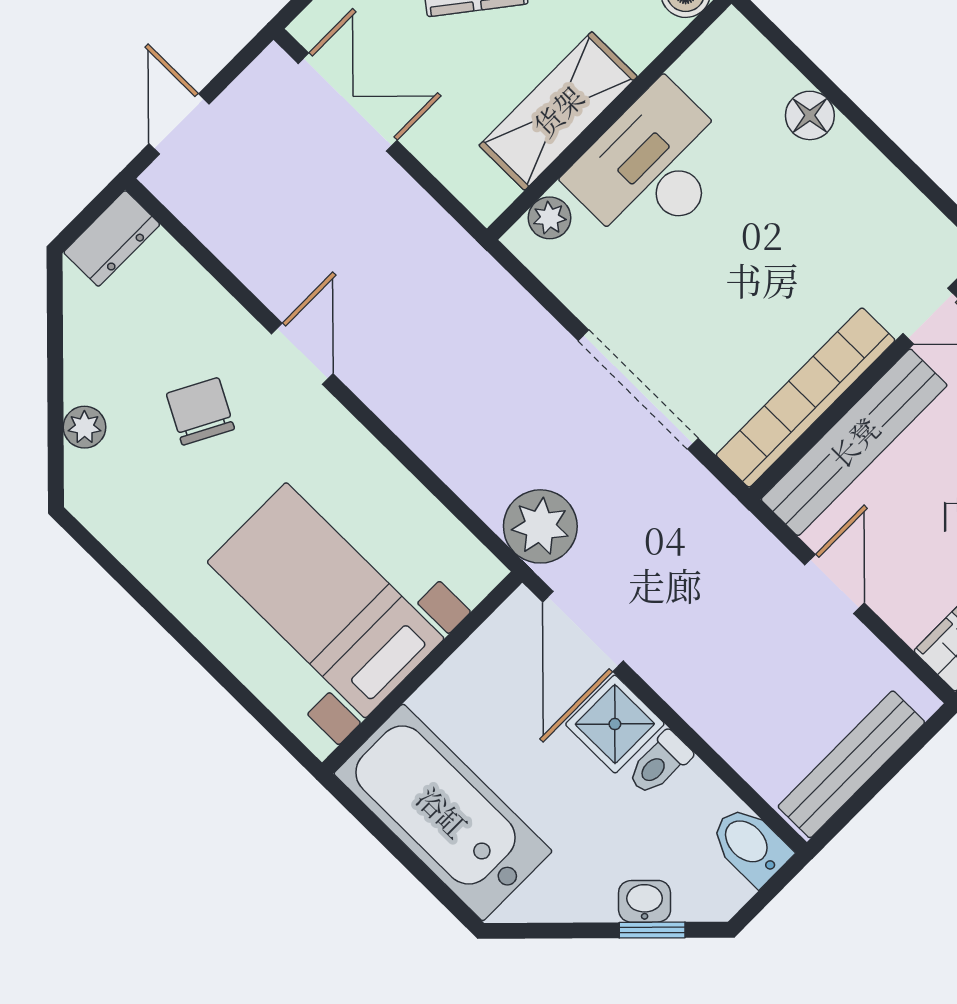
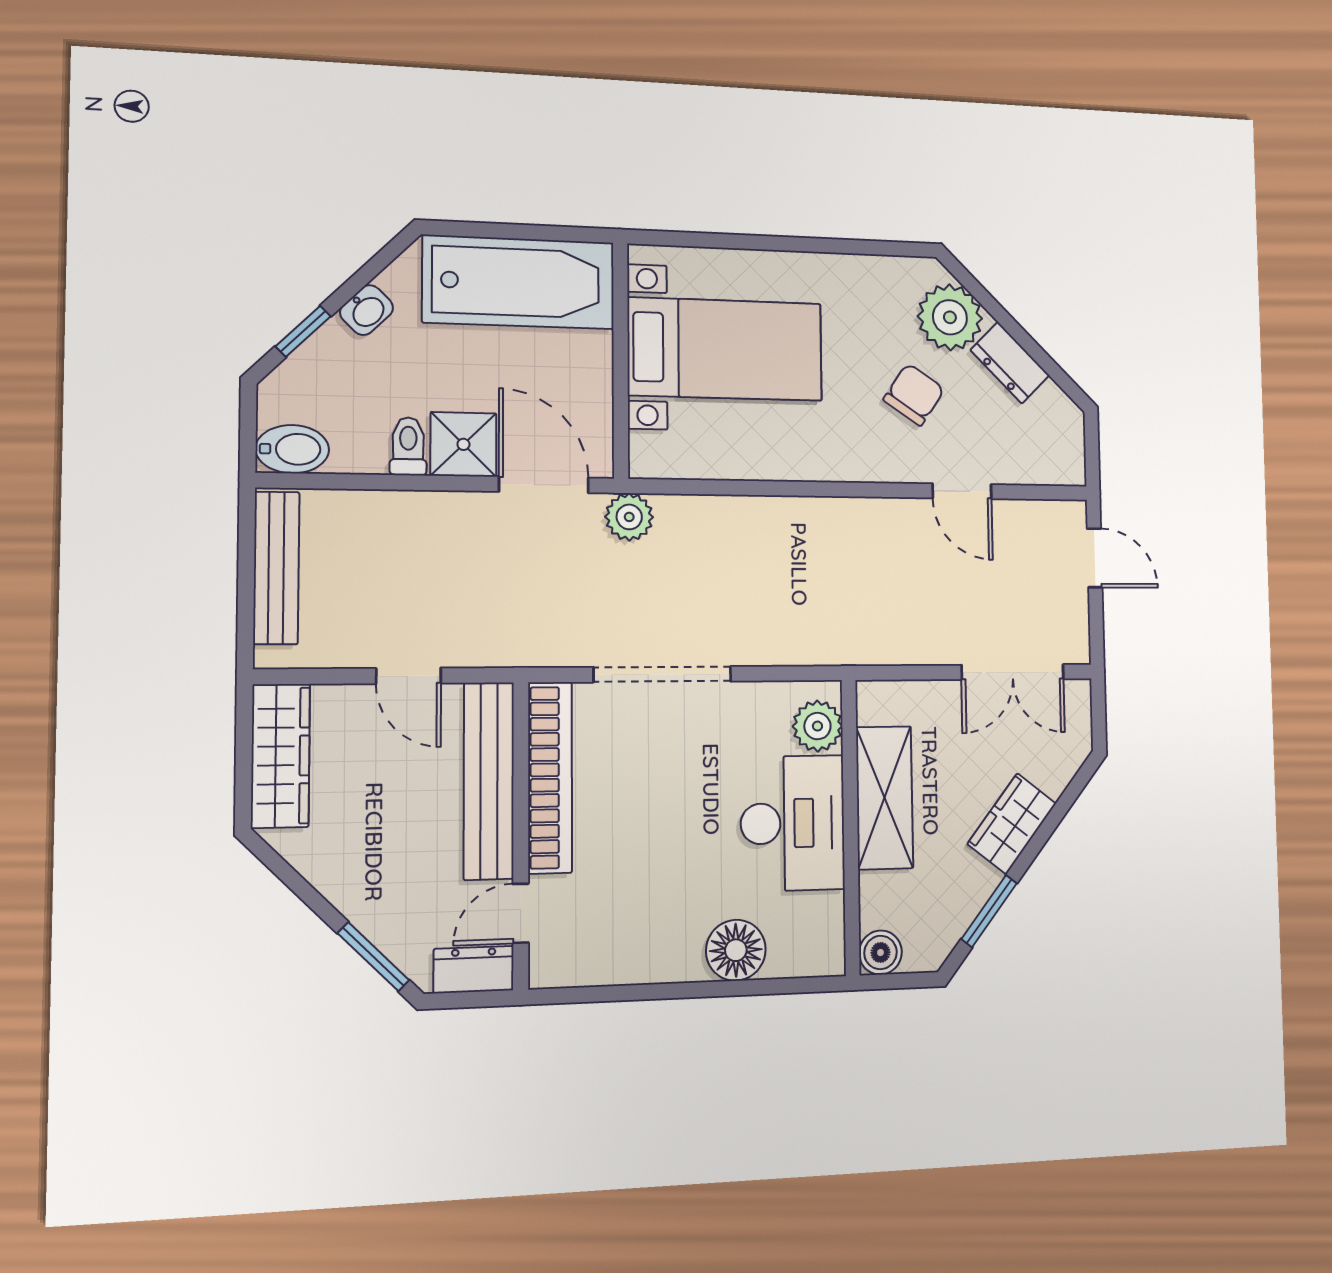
floor lamp: (810, 115) -> (736, 950), width x1.38, depth x1.38
plant: (550, 218) -> (817, 726), width x1.38, depth x1.38
dresser: (112, 238) -> (1010, 363), moved, turned -45
door: (302, 354) -> (962, 491), moved
chair: (200, 411) -> (914, 394), turned -84
plant: (85, 427) -> (950, 317), width x1.87, depth x1.87
plant: (540, 526) -> (629, 517), width x0.73, depth x0.73
washbasin: (645, 901) -> (367, 310), moved

